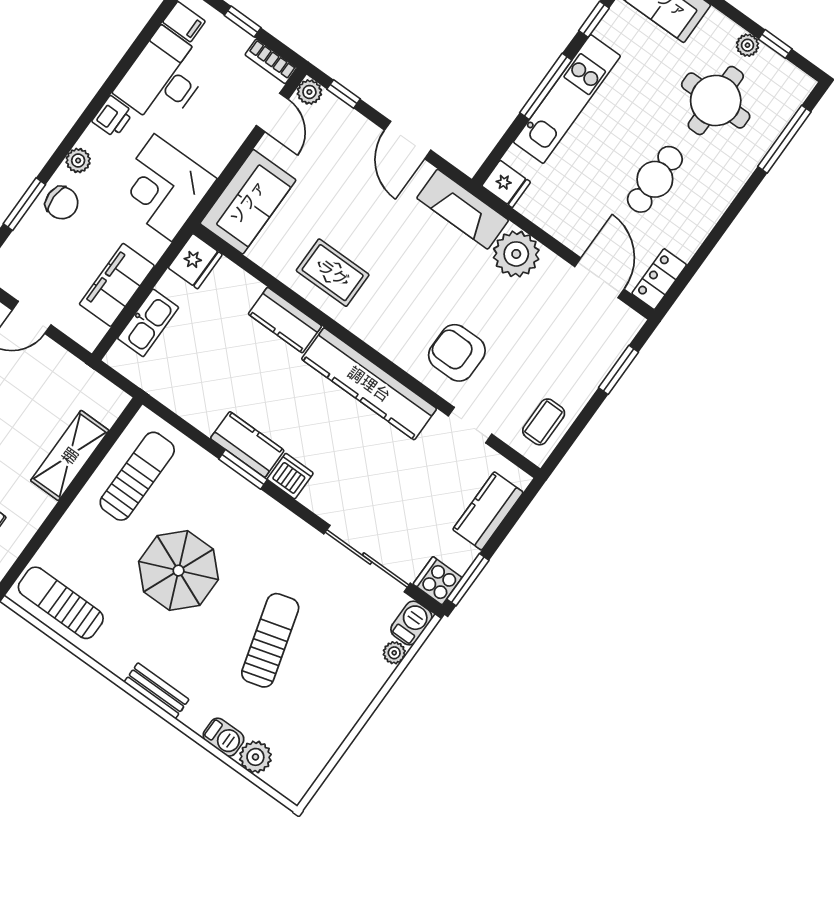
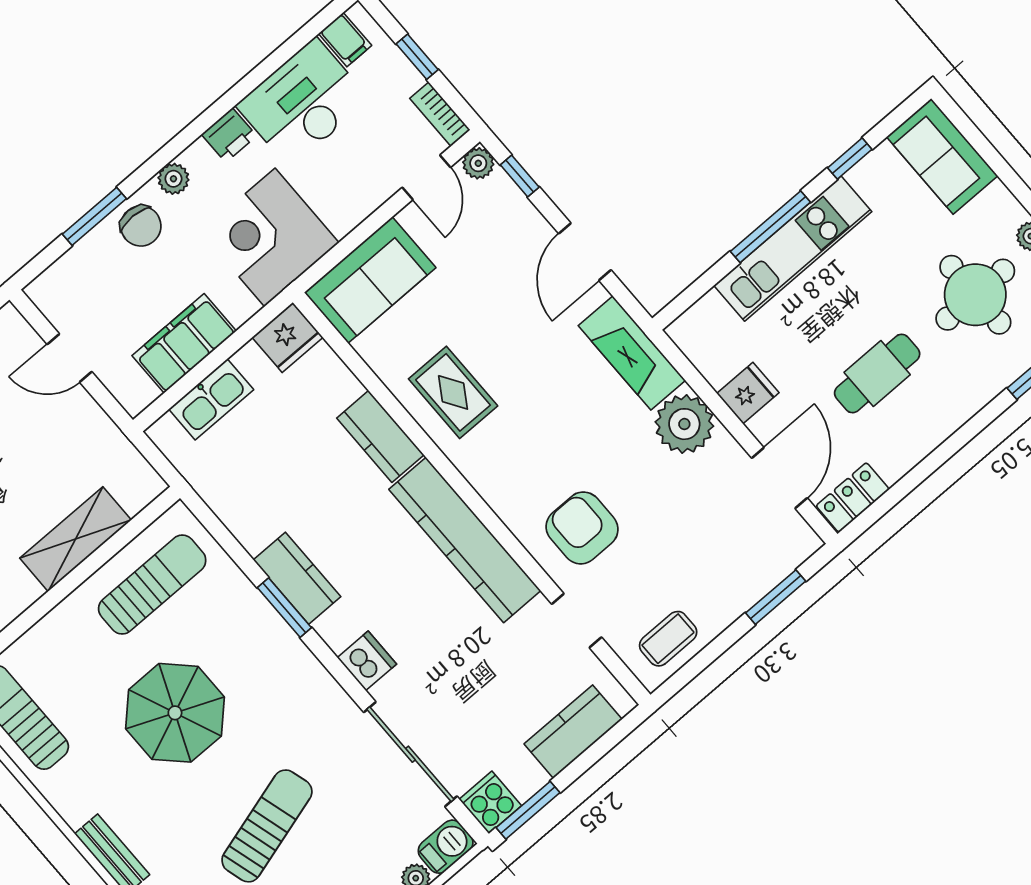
fridge: (506, 184) -> (748, 393), moved, turned -90
dishwasher: (290, 476) -> (367, 661), moved

